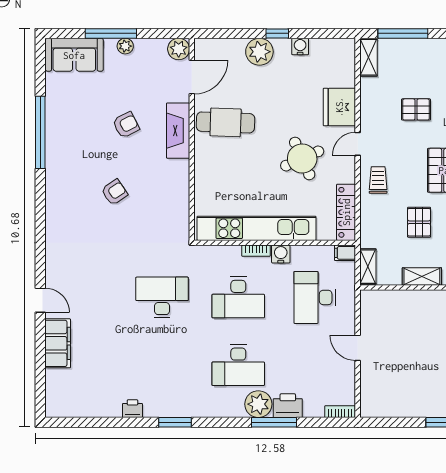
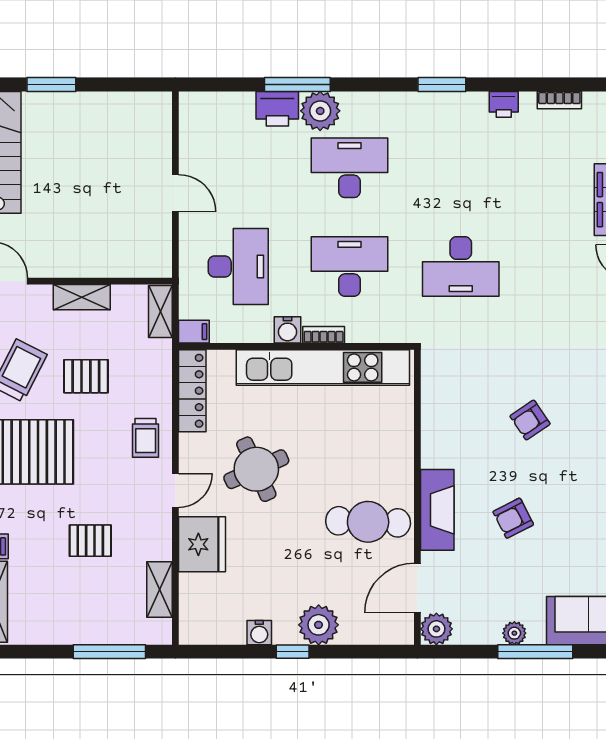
shelving: (369, 57) -> (160, 589), moved
pallet: (419, 222) -> (86, 376), turned 90
bookcase: (340, 412) -> (559, 100), moved

